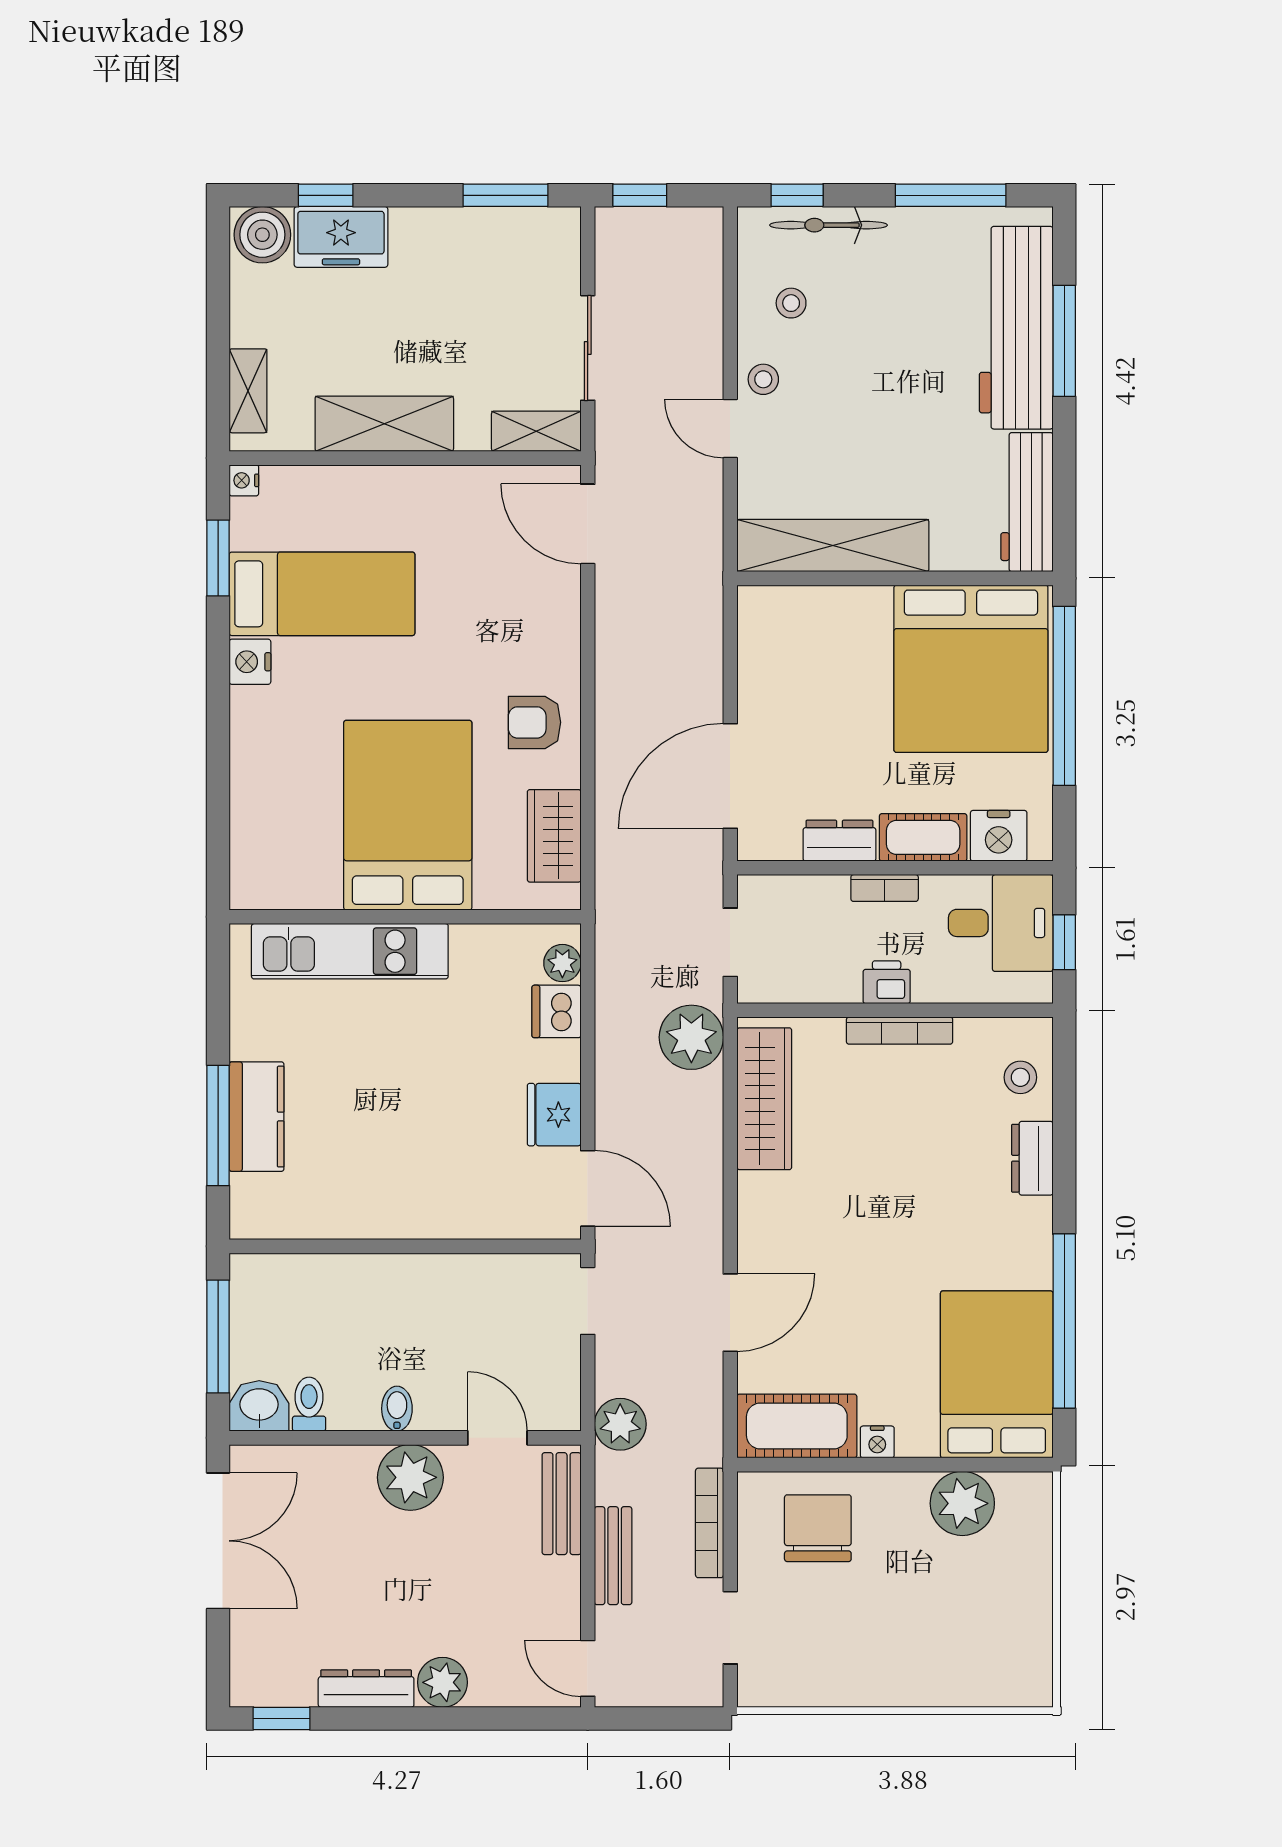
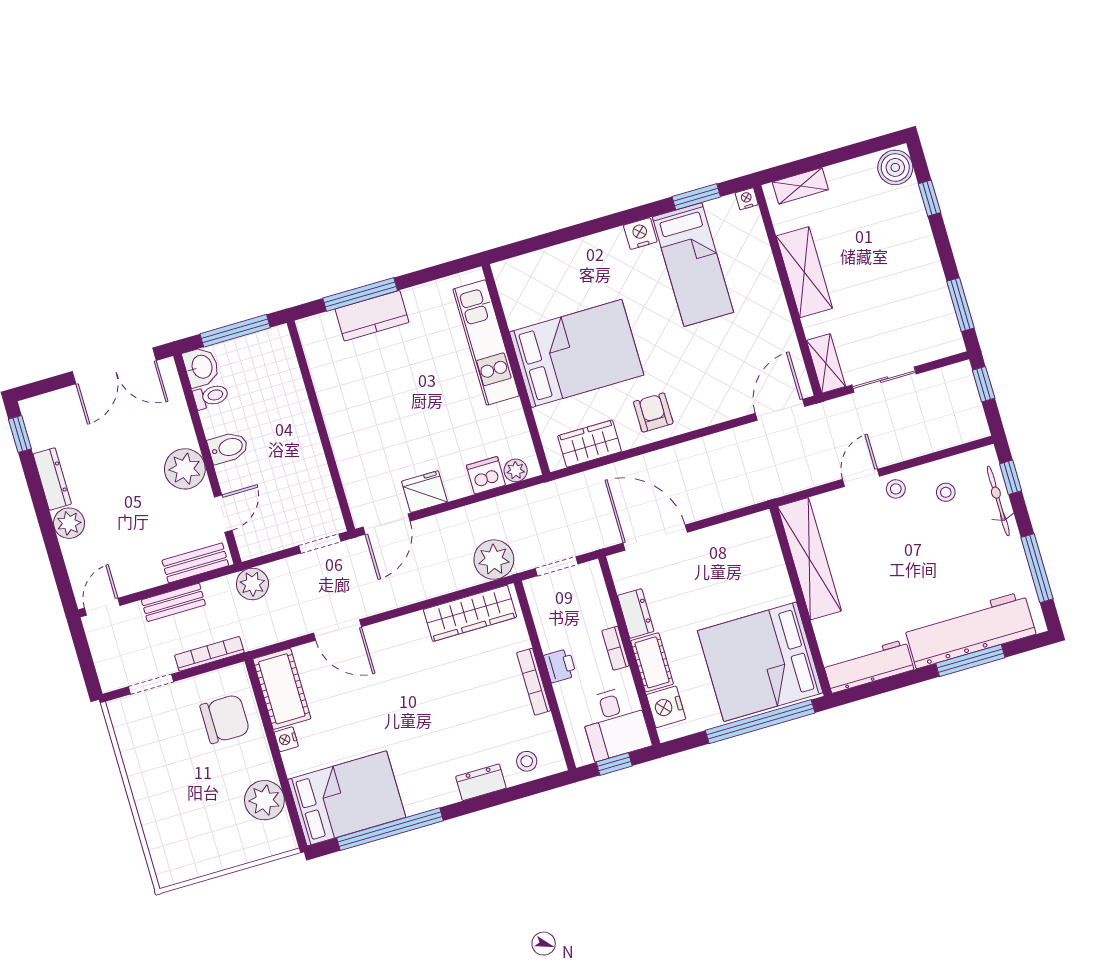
freezer: (341, 237) -> (908, 214), removed
bidet: (397, 1409) -> (228, 448), width x1.38, depth x1.36

